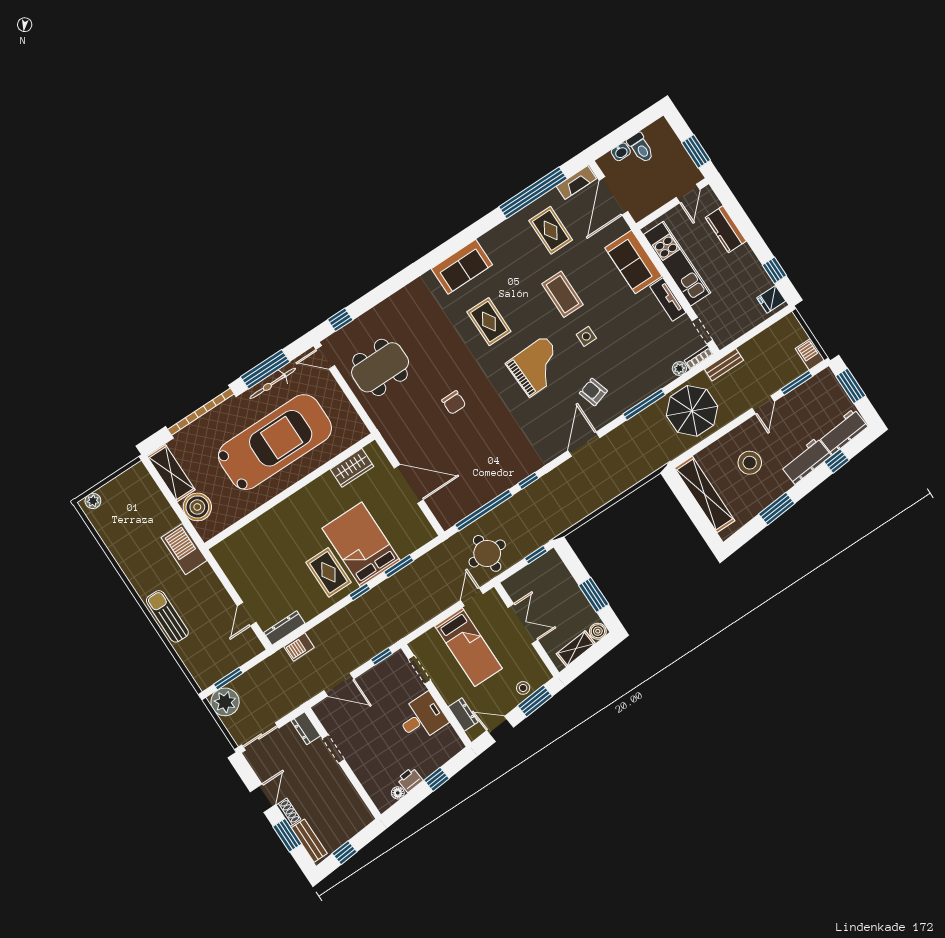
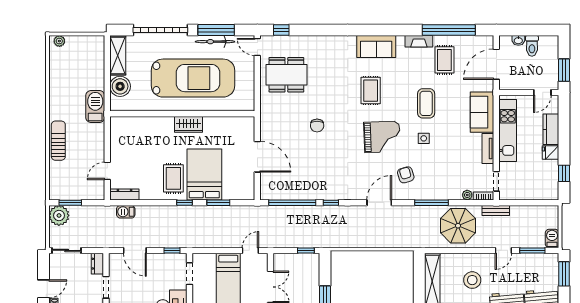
fireplace: (576, 183) -> (419, 41), moved
fridge: (771, 299) -> (550, 153), moved
wardrobe: (352, 468) -> (189, 124), moved
round table: (487, 553) -> (277, 230), removed

